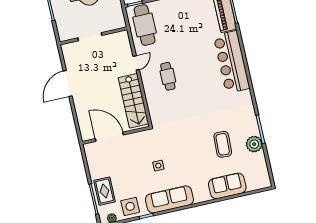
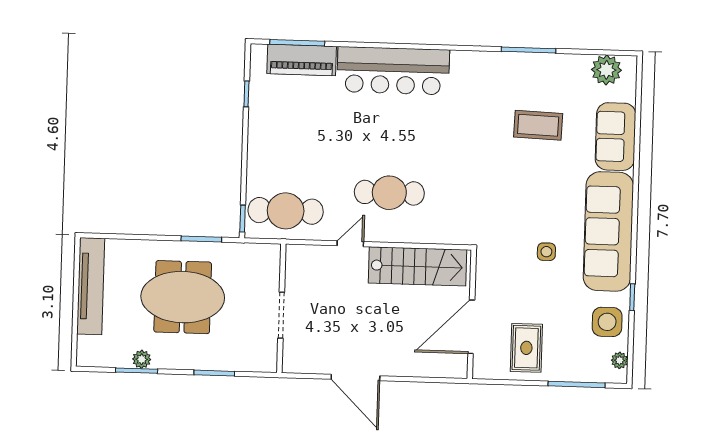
door: (136, 63) -> (350, 244), hinge flipped
cafe table: (168, 76) -> (389, 193), width x1.37, depth x1.35
plant: (254, 144) -> (606, 70), moved
rug: (104, 191) -> (526, 348), moved, turned 90
sofa: (169, 199) -> (608, 231), width x1.36, depth x1.27

